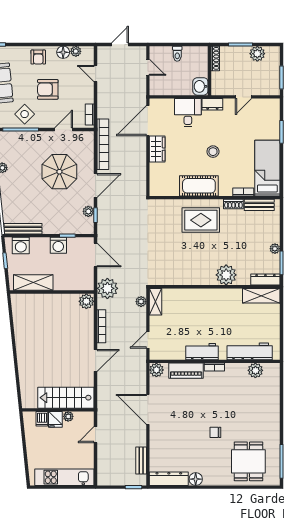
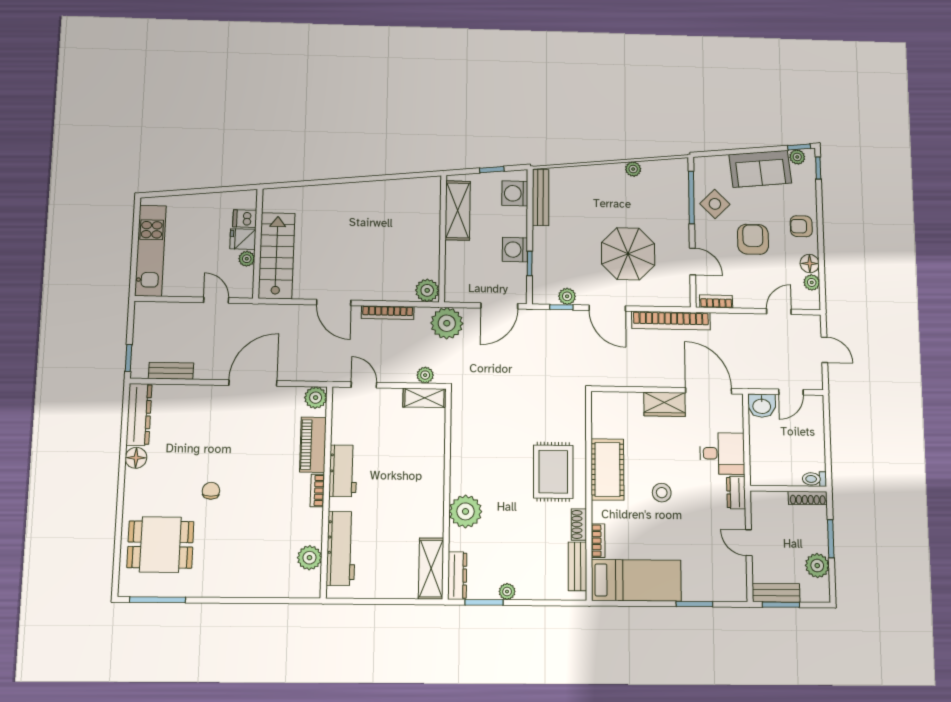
toilet: (177, 54) -> (814, 479), moved
bench: (274, 80) -> (776, 593), added
washbasin: (200, 86) -> (762, 406), moved, turned 180

